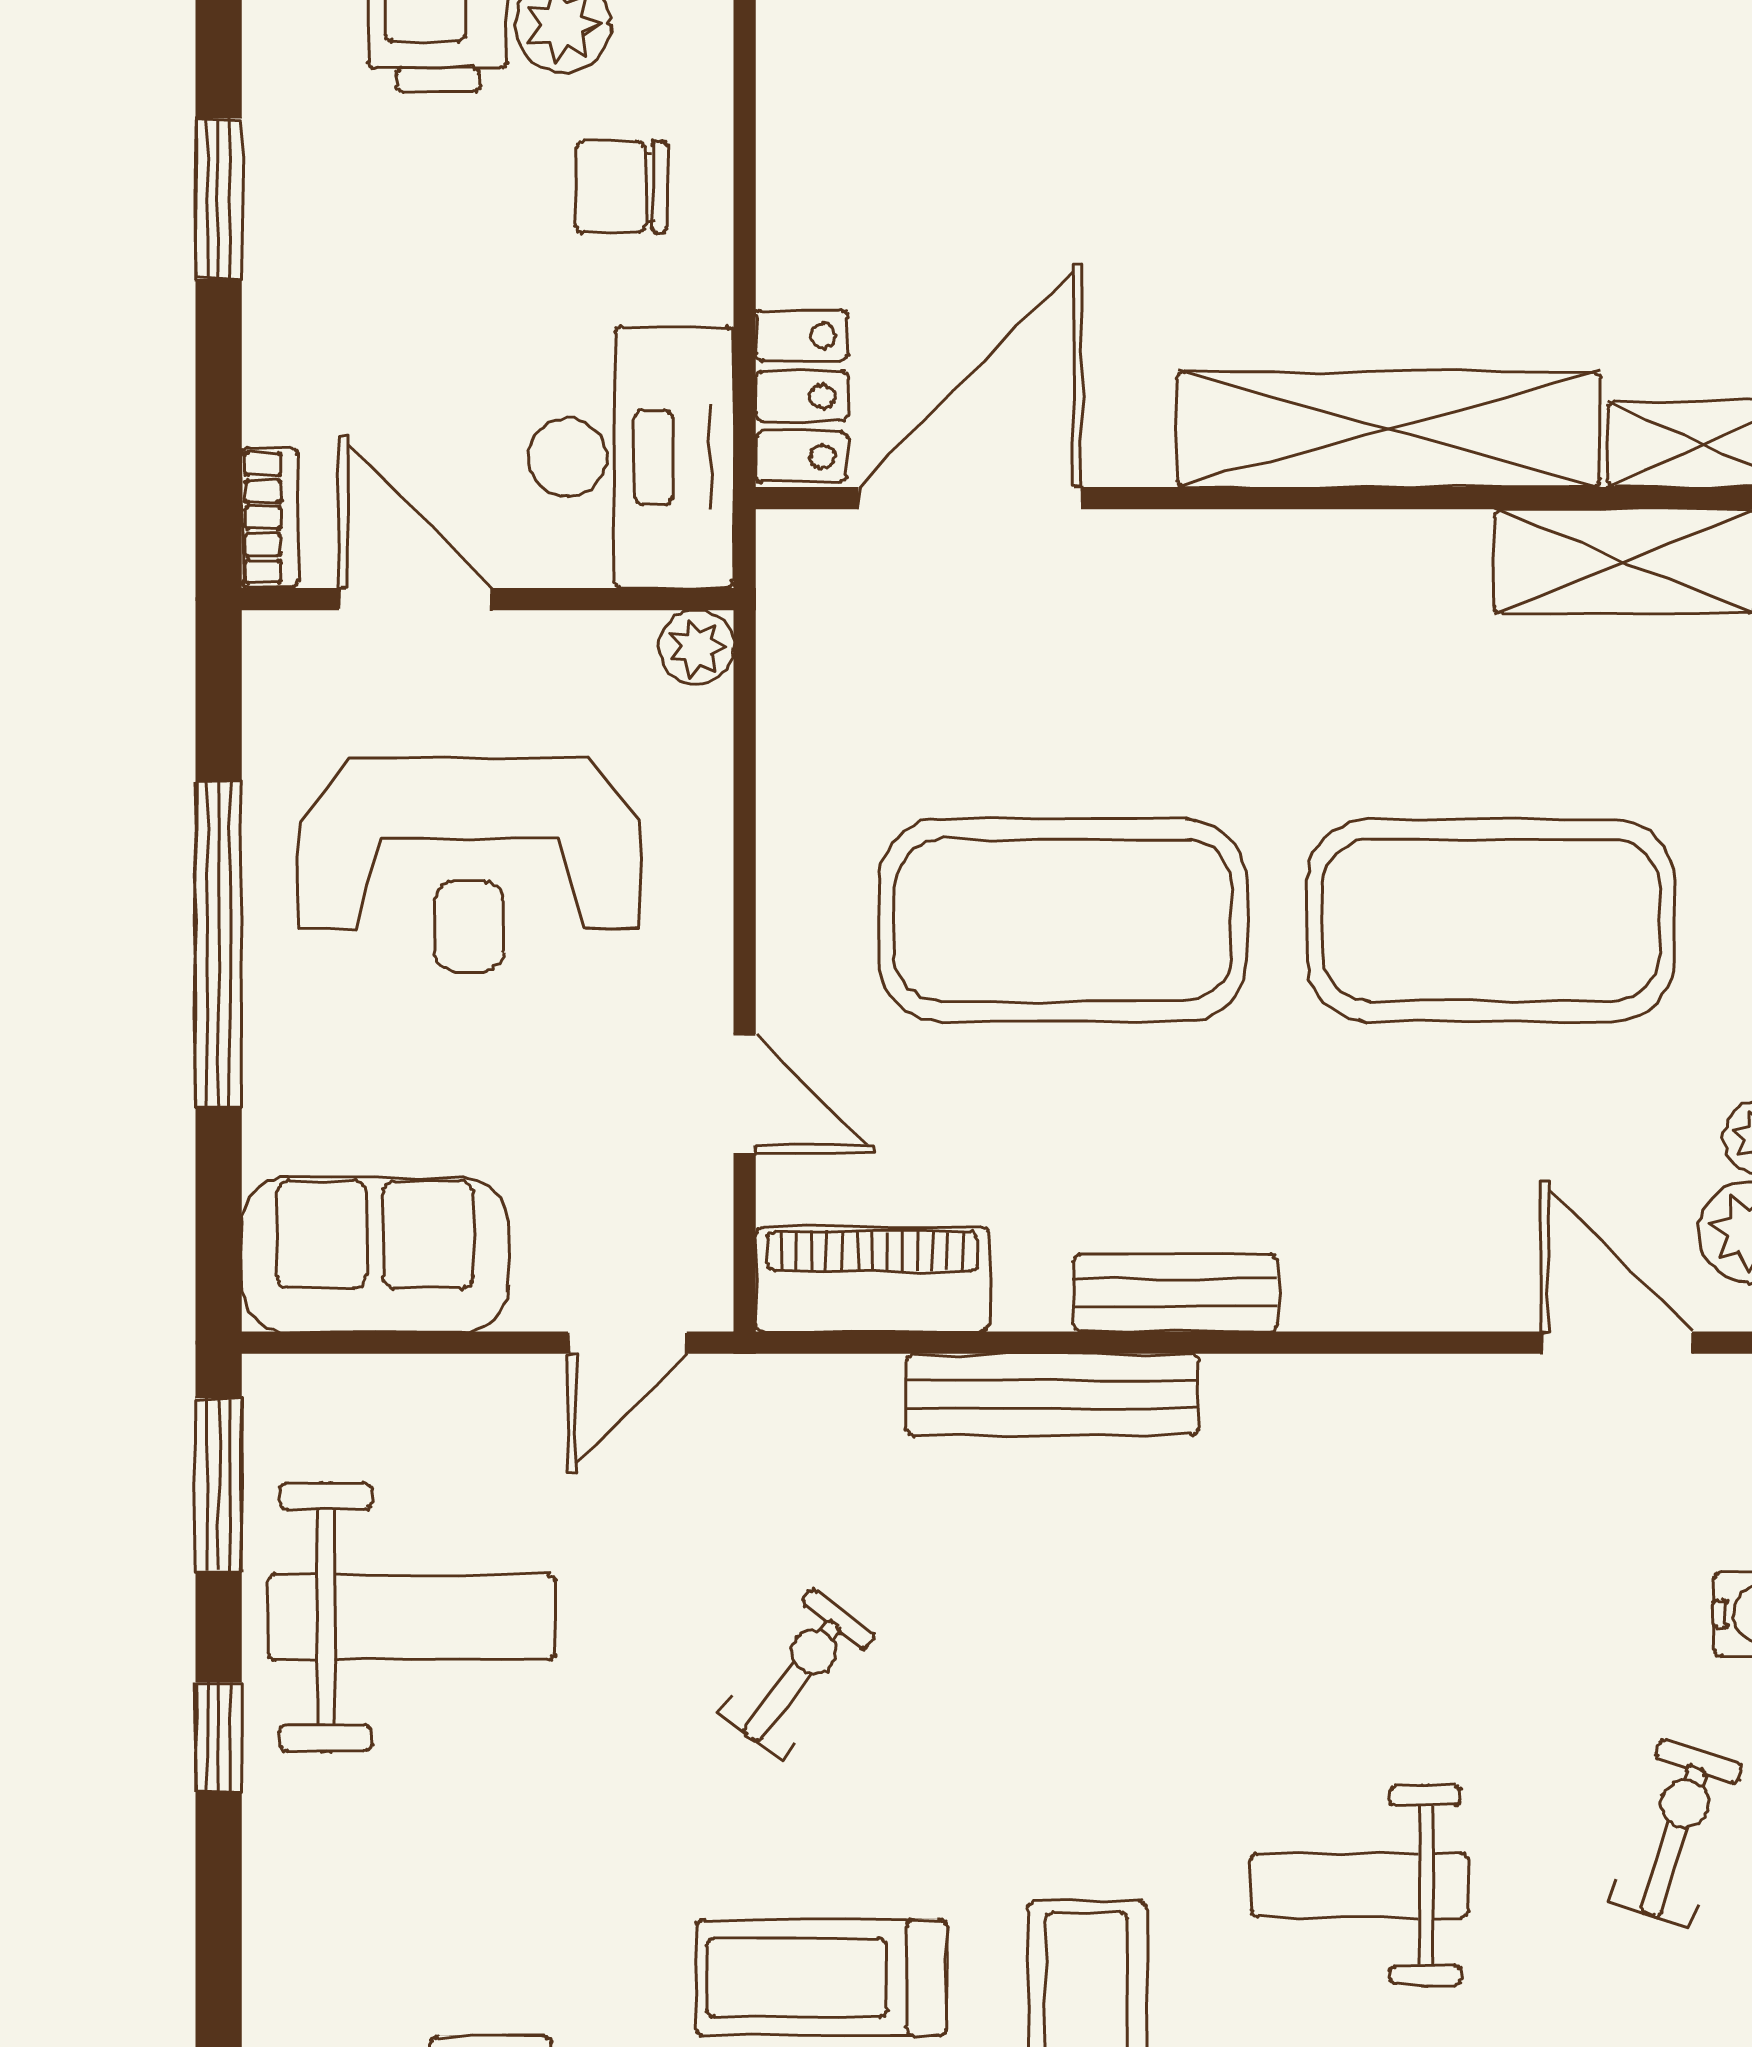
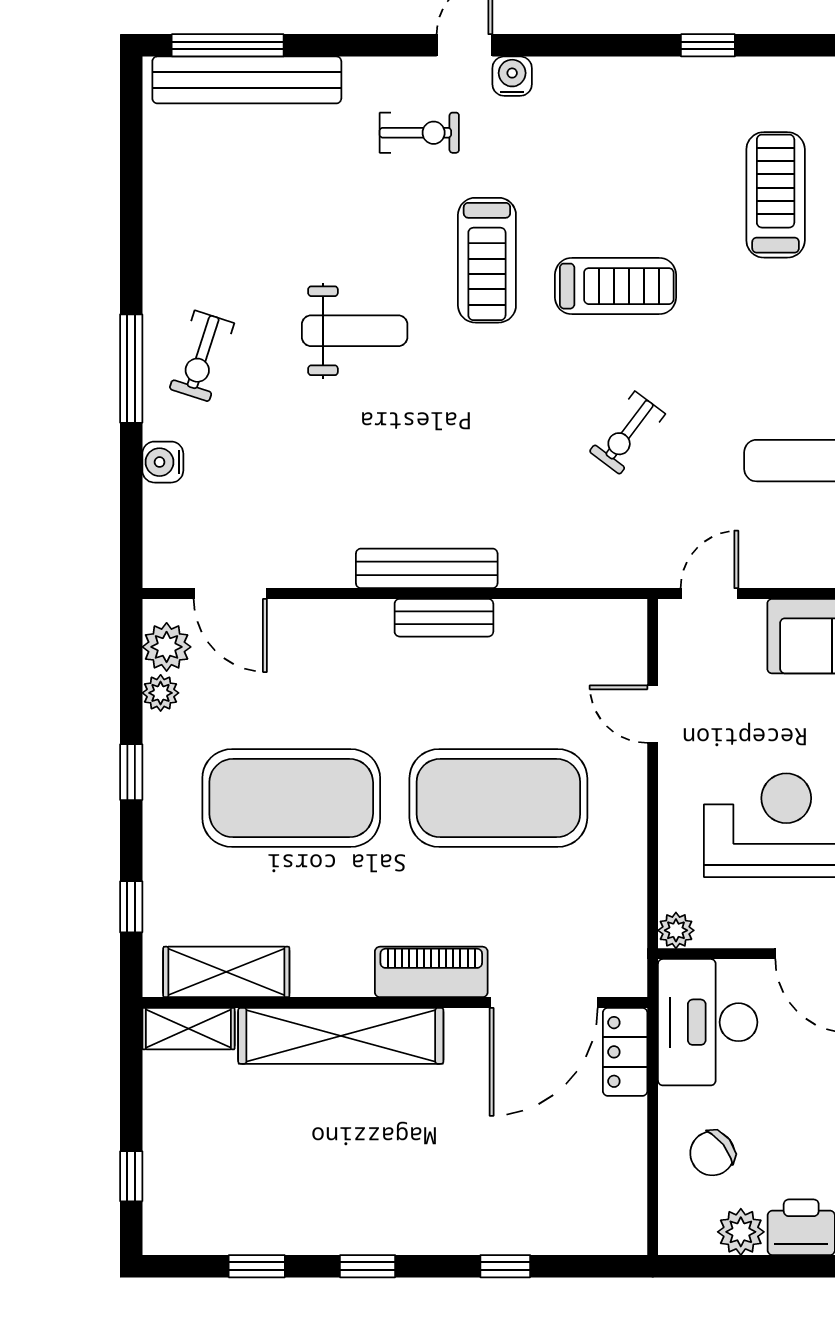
chair: (621, 187) -> (712, 1153), turned 142
piano: (872, 1279) -> (431, 972), moved, turned 180
bench: (1052, 1395) -> (427, 568), moved

